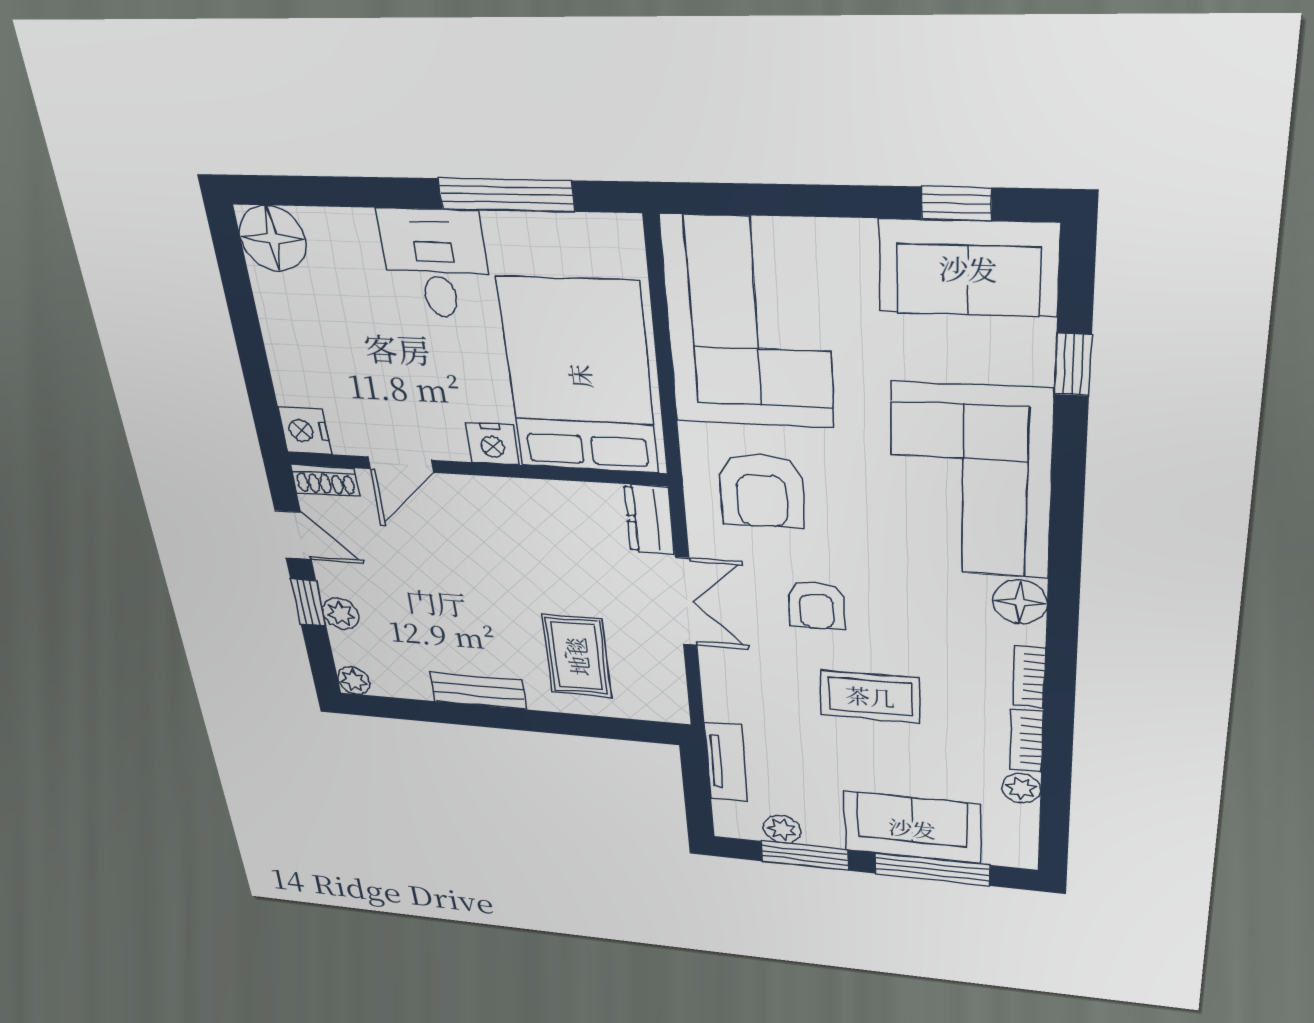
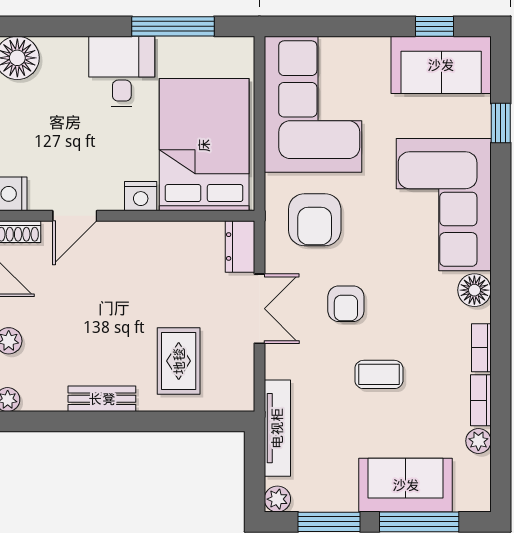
coffee table: (870, 696) -> (379, 374), width x0.73, depth x0.77
tv unit: (726, 762) -> (277, 428), width x1.41
plant: (782, 829) -> (277, 499), moved

